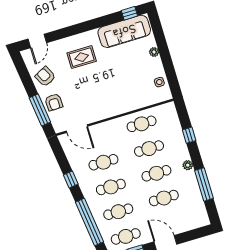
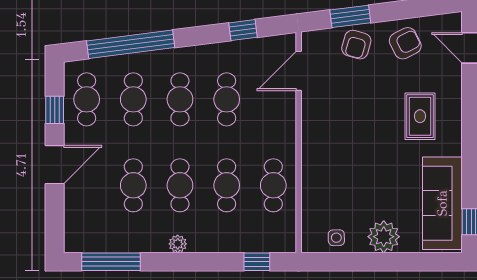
plant: (154, 52) -> (384, 237), width x1.87, depth x1.87
armchair: (54, 102) -> (356, 45), turned -72
window: (40, 110) -> (350, 16), width x0.69
window: (189, 135) -> (257, 262), moved
window: (71, 180) -> (243, 30), moved
window: (204, 184) -> (111, 262), moved

